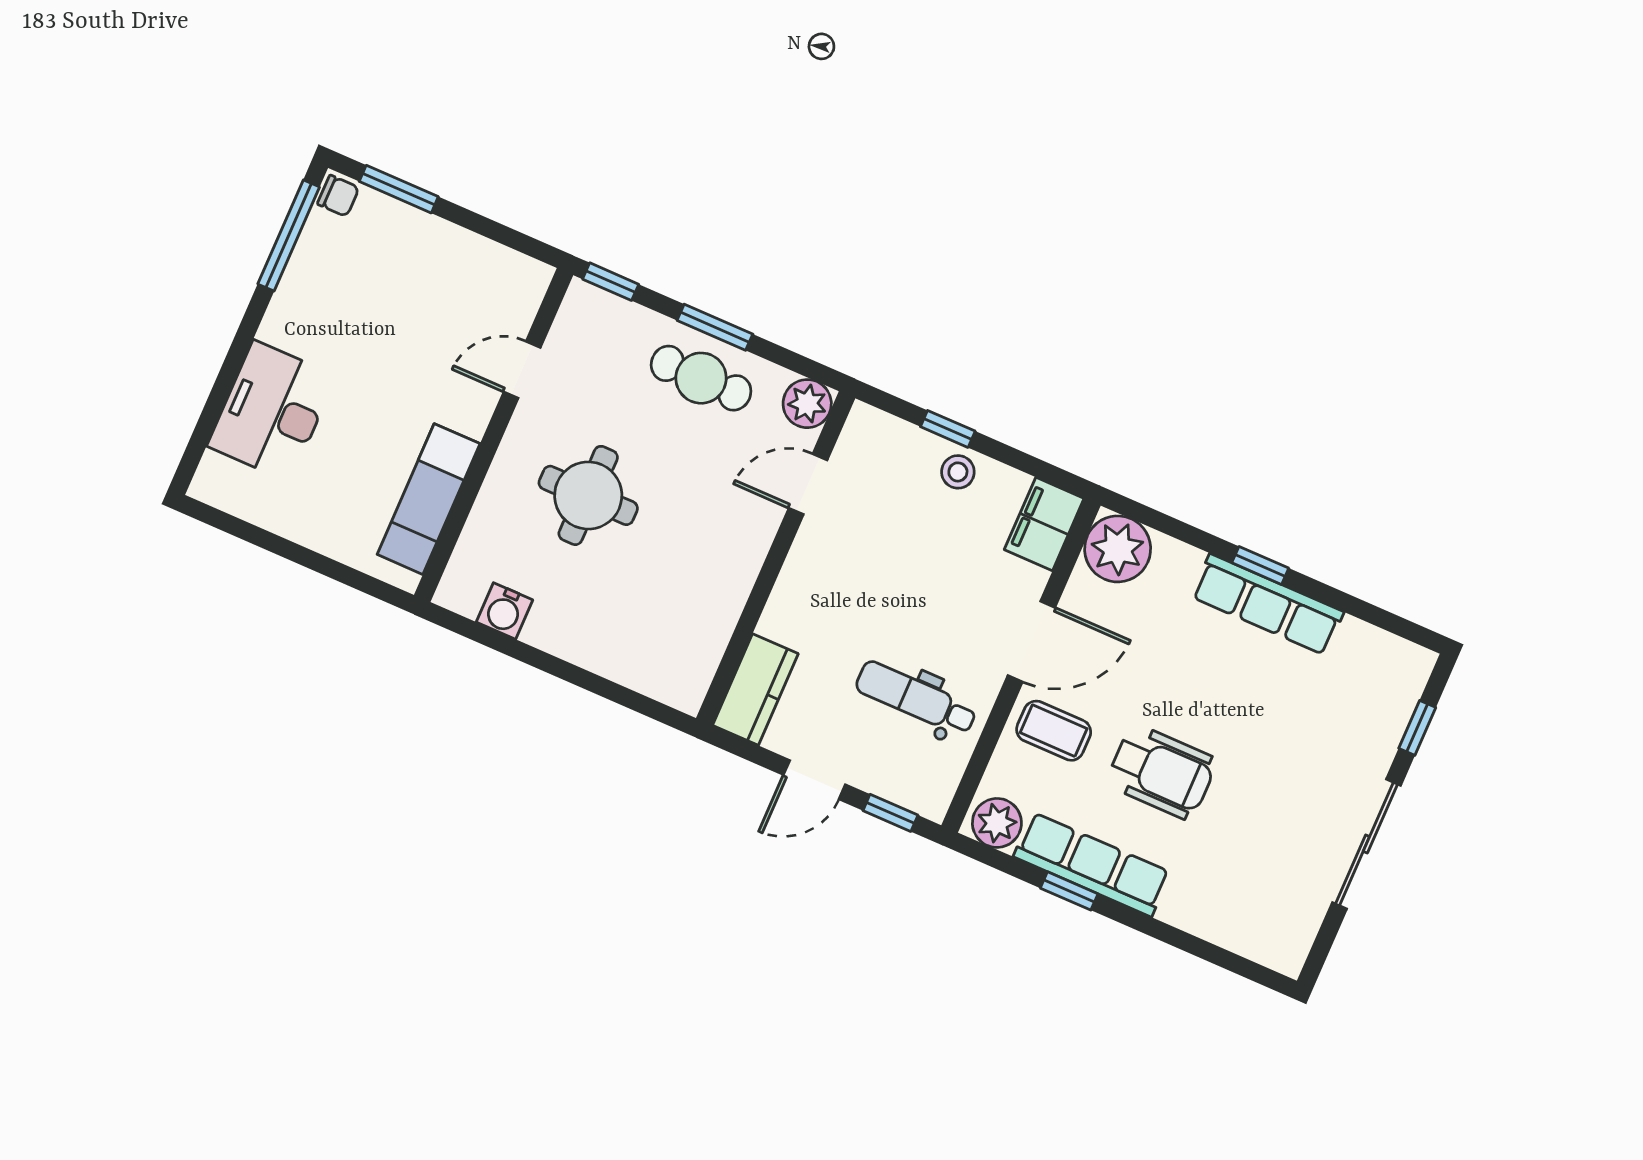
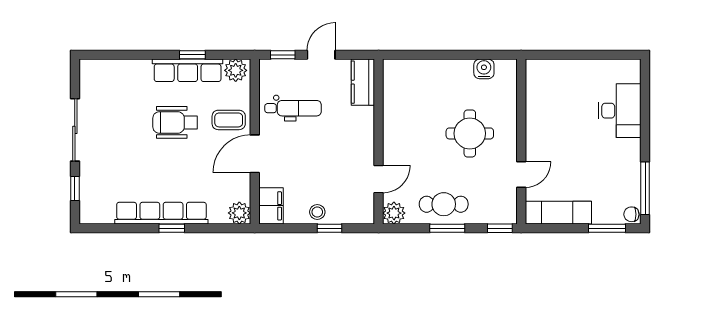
exam couch: (429, 499) -> (558, 213), moved, turned -90
plant: (1118, 549) -> (239, 213), width x0.73, depth x0.73
row of seats: (1267, 604) -> (161, 213), width x1.36

